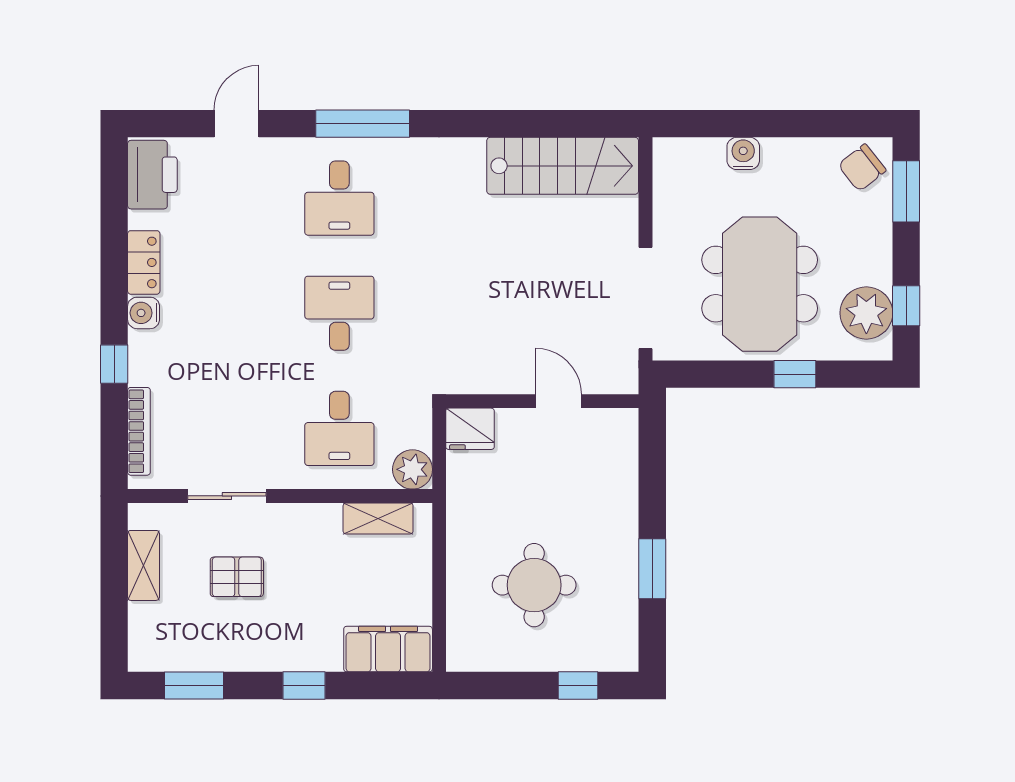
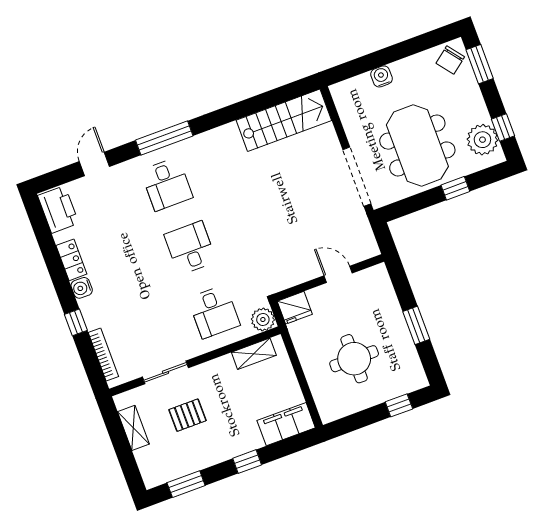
wall: (542, 401) -> (329, 278), moved
door: (558, 401) -> (338, 274), moved
fridge: (470, 429) -> (295, 308), moved

